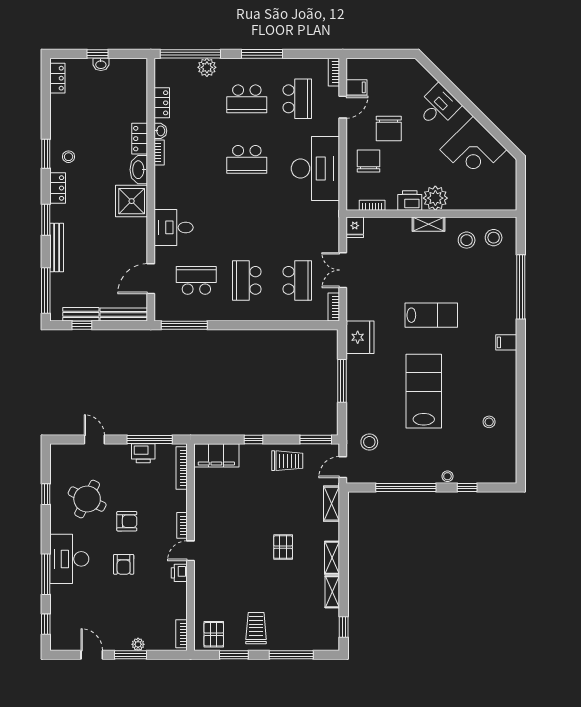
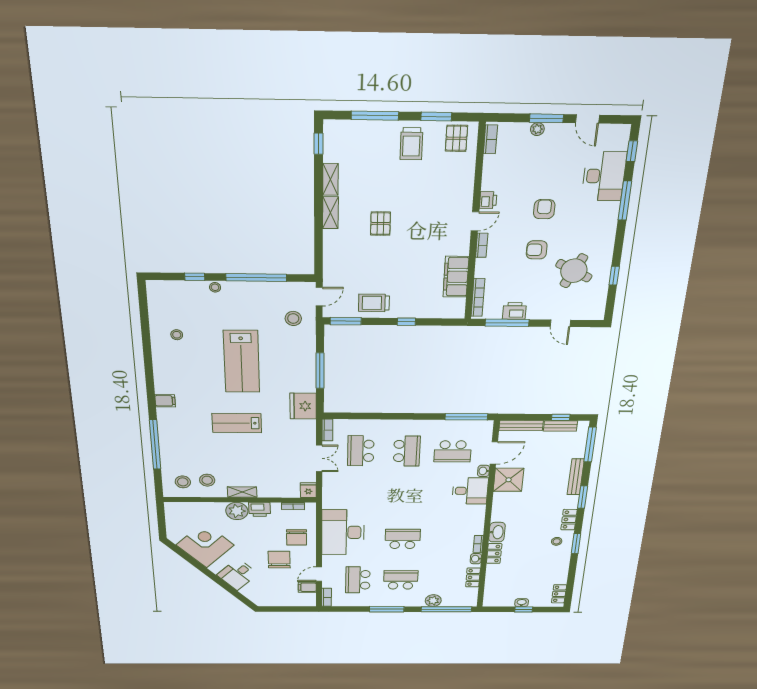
shower: (132, 201) -> (509, 480), moved
washbasin: (160, 255) -> (484, 471), added
filing cabinet: (216, 455) -> (456, 277), moved, turned -90
shelving: (332, 504) -> (331, 264), removed
desk: (69, 559) -> (604, 176), moved

